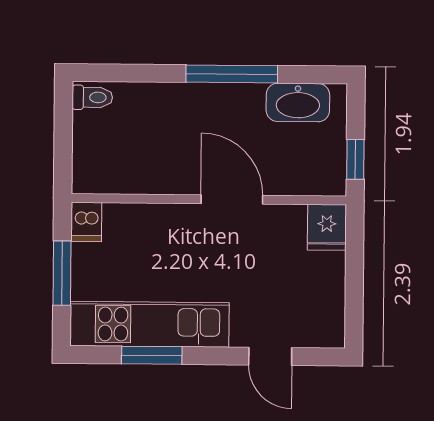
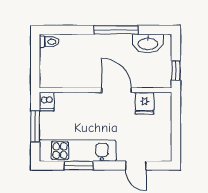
fridge: (327, 227) -> (145, 103), moved

